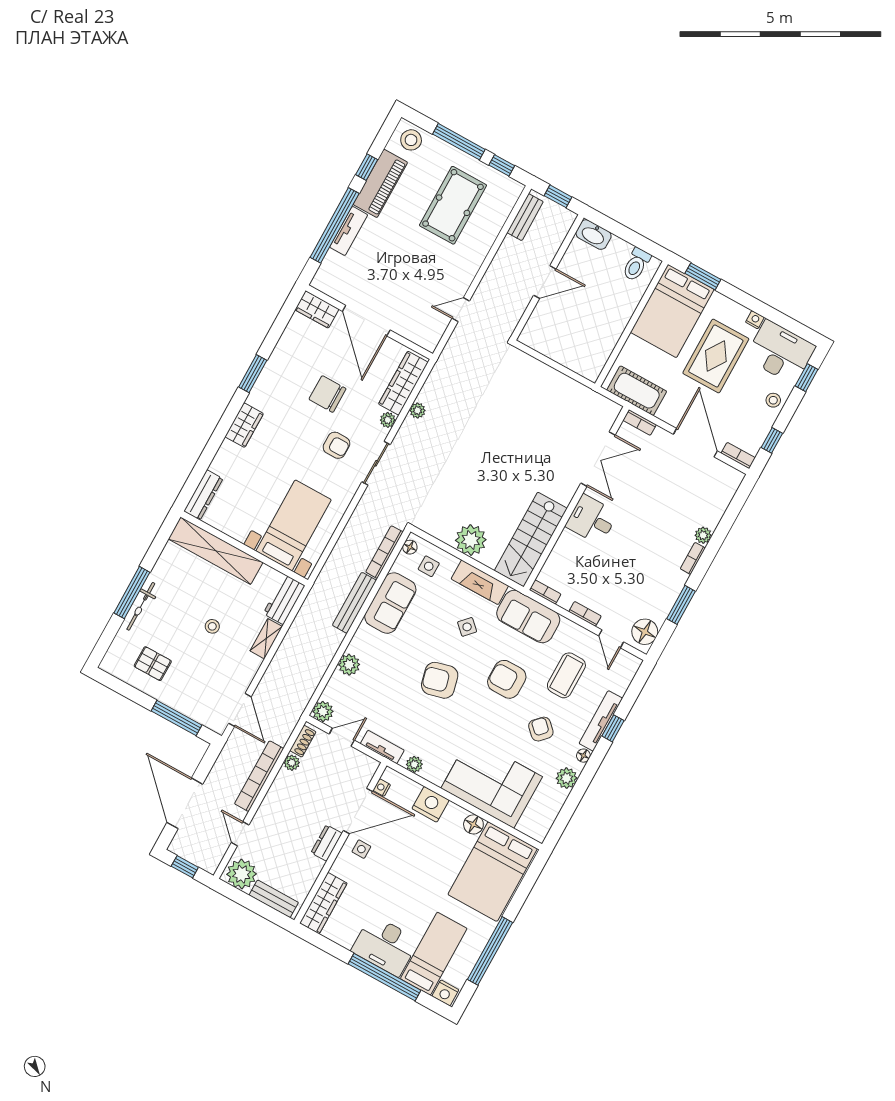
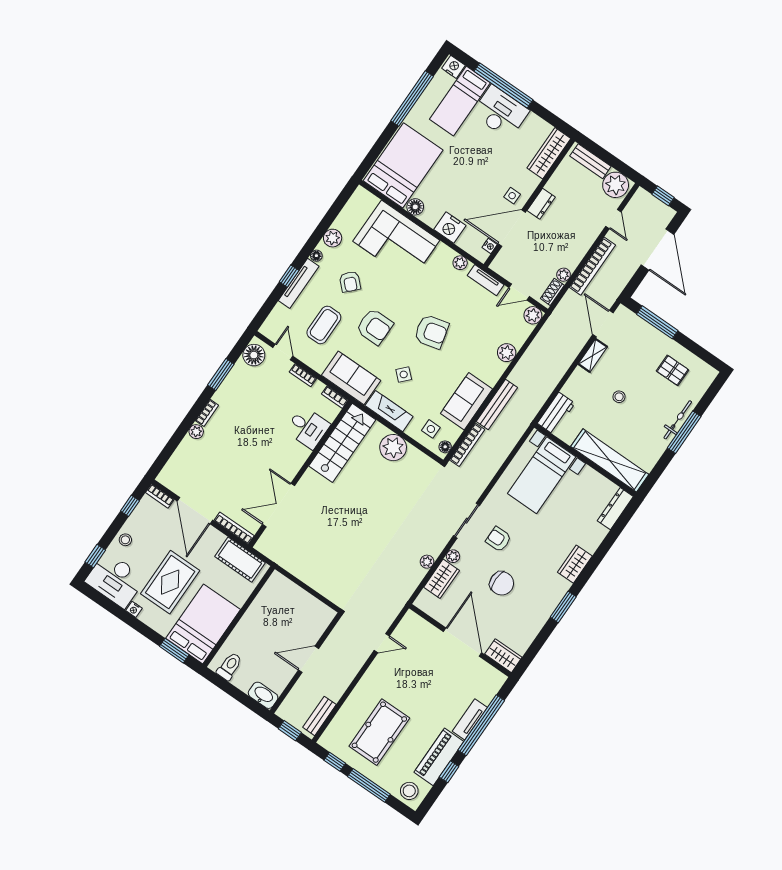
wardrobe: (403, 383) -> (442, 579), width x0.67
bookcase: (640, 423) -> (234, 528), width x1.56
desk: (592, 520) -> (308, 428), moved
shelving: (266, 639) -> (593, 355), moved

